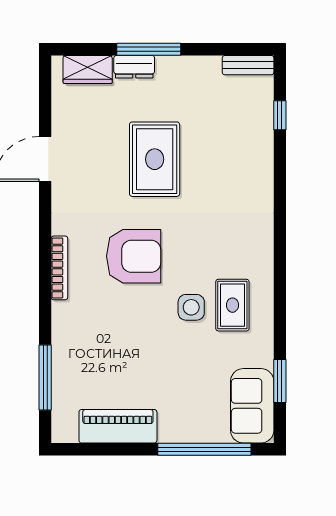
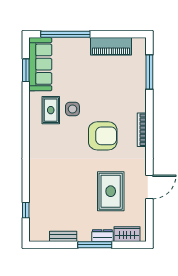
bench: (248, 65) -> (63, 236), moved
rug: (155, 159) -> (111, 191), moved
armchair: (134, 256) -> (103, 136), turned 180
sofa: (252, 406) -> (40, 64), width x1.36

